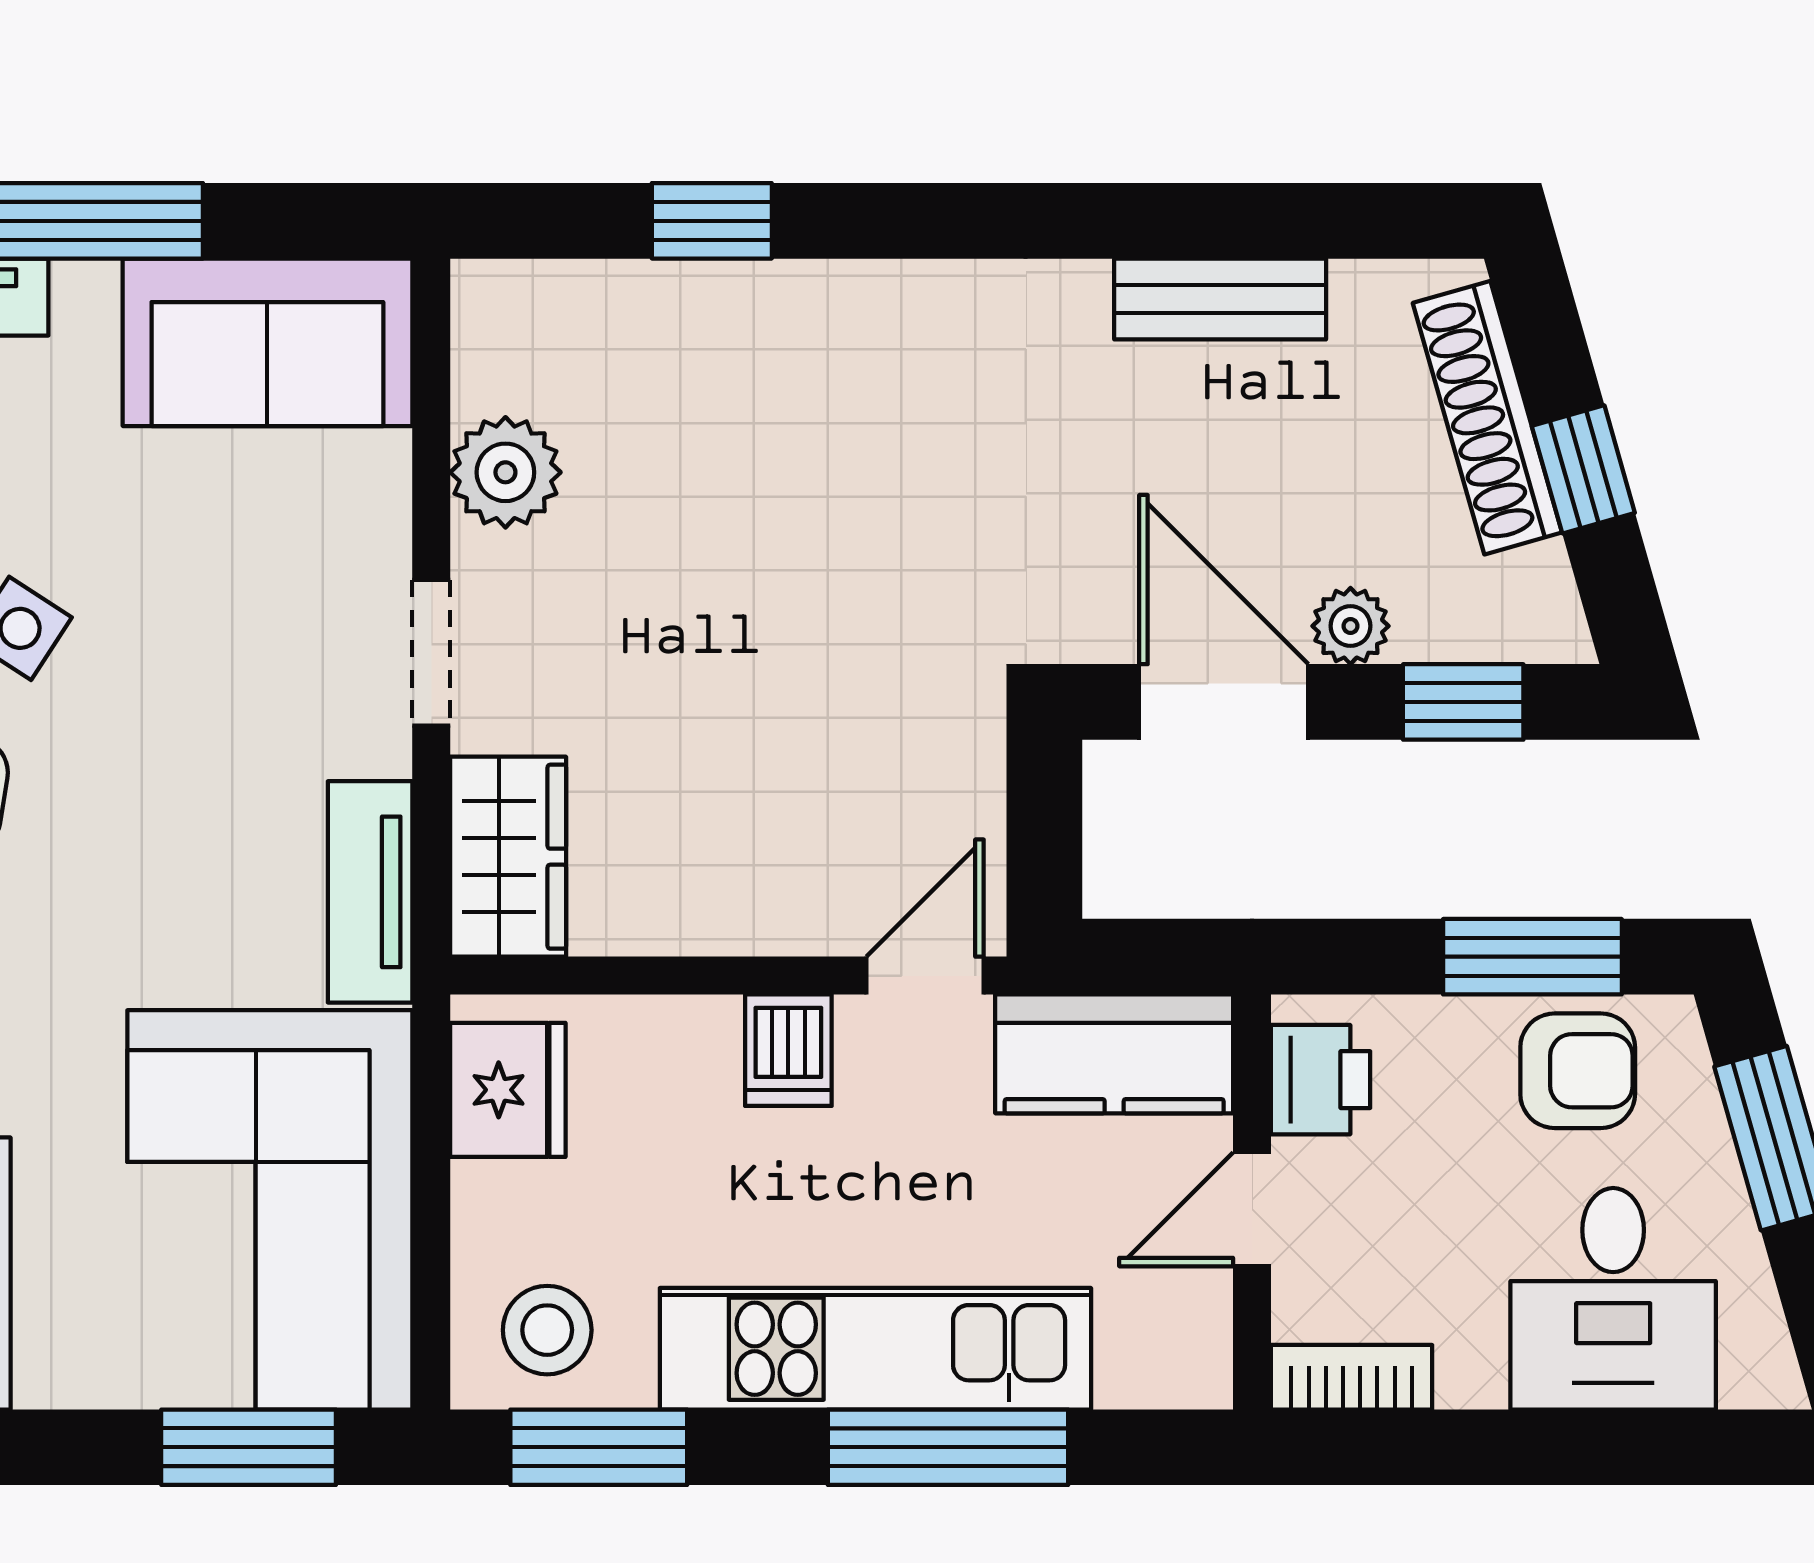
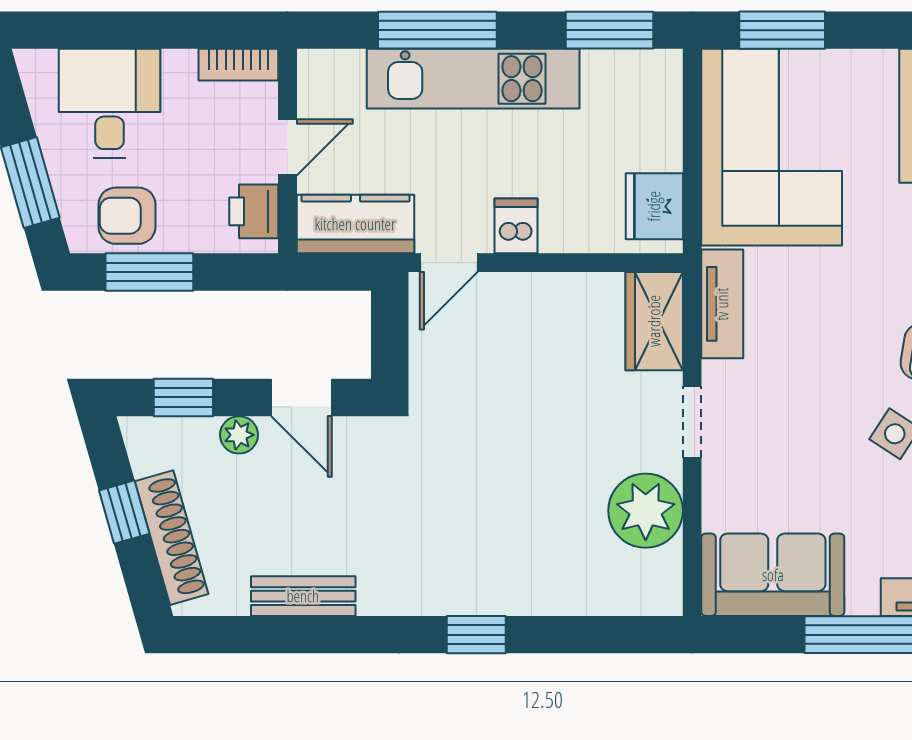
window: (712, 221) -> (476, 635), moved
plant: (505, 472) -> (646, 511), width x1.36, depth x1.36
door: (1224, 702) -> (301, 397), width x0.73
stool: (547, 1330) -> (635, 88), removed

